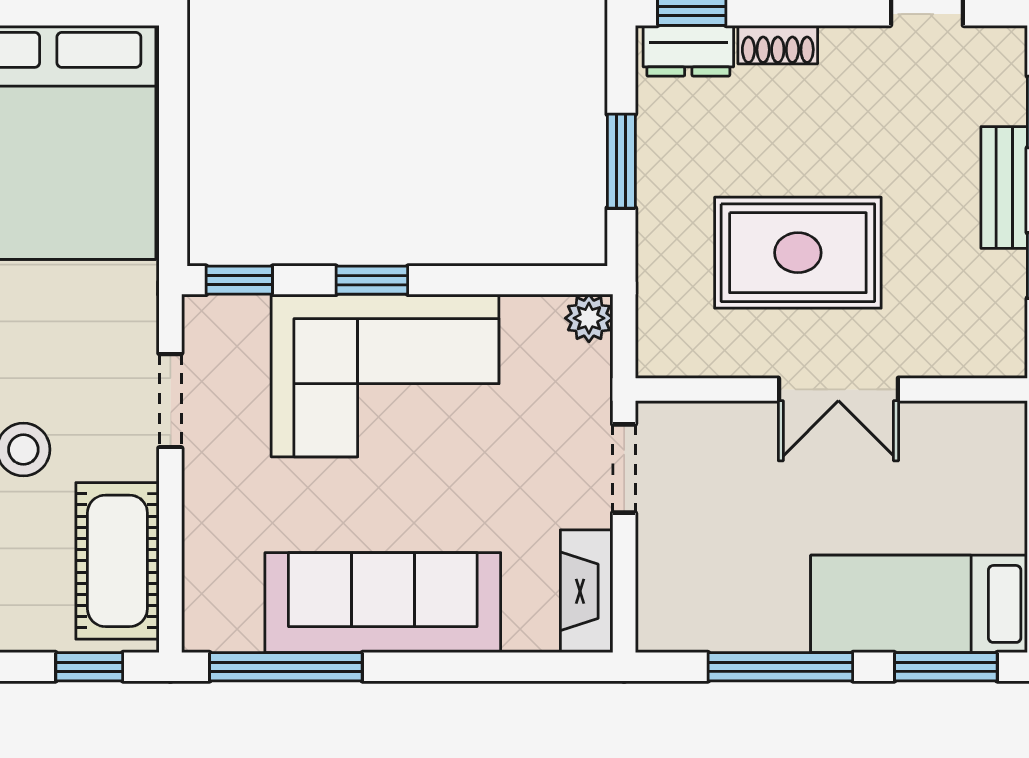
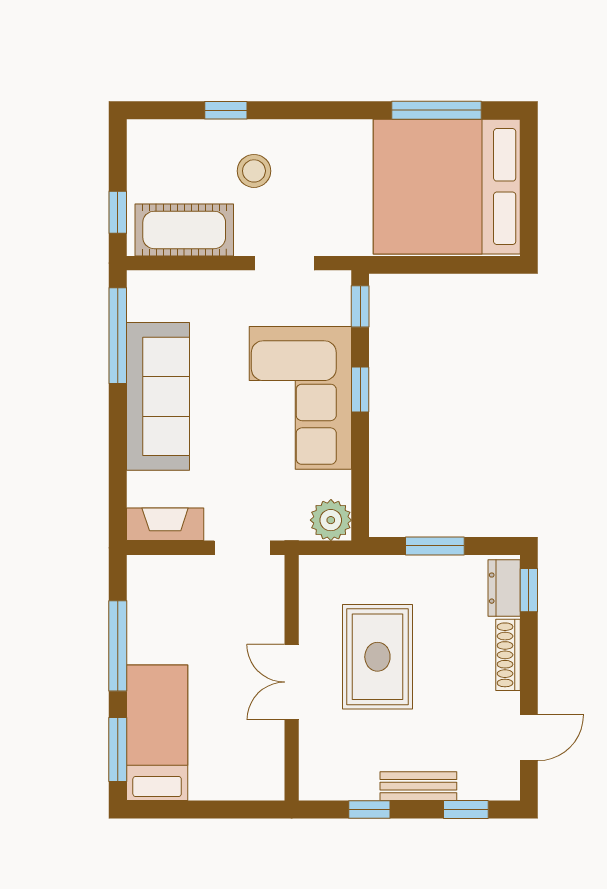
shoe rack: (778, 45) -> (508, 655), width x1.43
plant: (589, 318) -> (331, 520), width x1.38, depth x1.38

